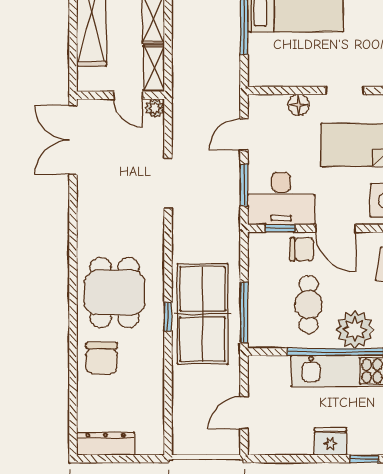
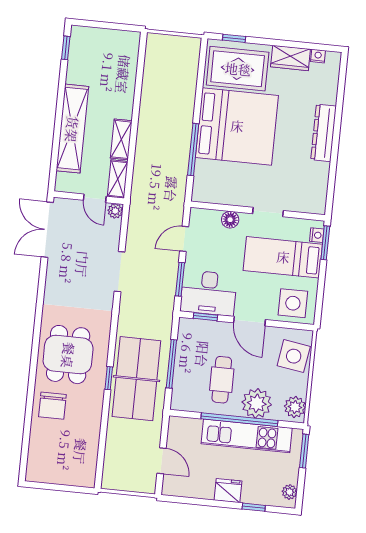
chair: (302, 249) -> (221, 335), removed
window: (244, 313) -> (171, 364), moved
door: (244, 413) -> (162, 461), swing flipped
dresser: (105, 444) -> (49, 474), removed

